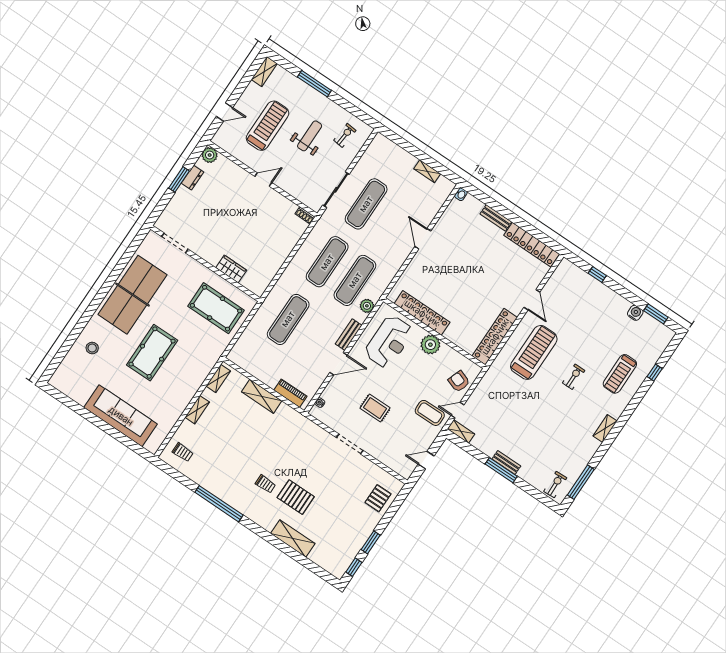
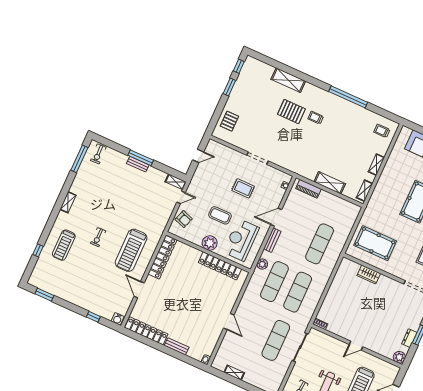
water cooler: (635, 313) -> (118, 319), moved
treadmill: (620, 374) -> (64, 245), turned 180
coffee table: (430, 413) -> (220, 215), moved

